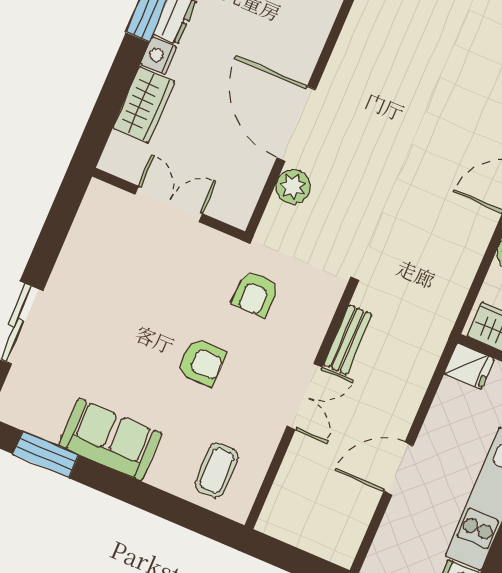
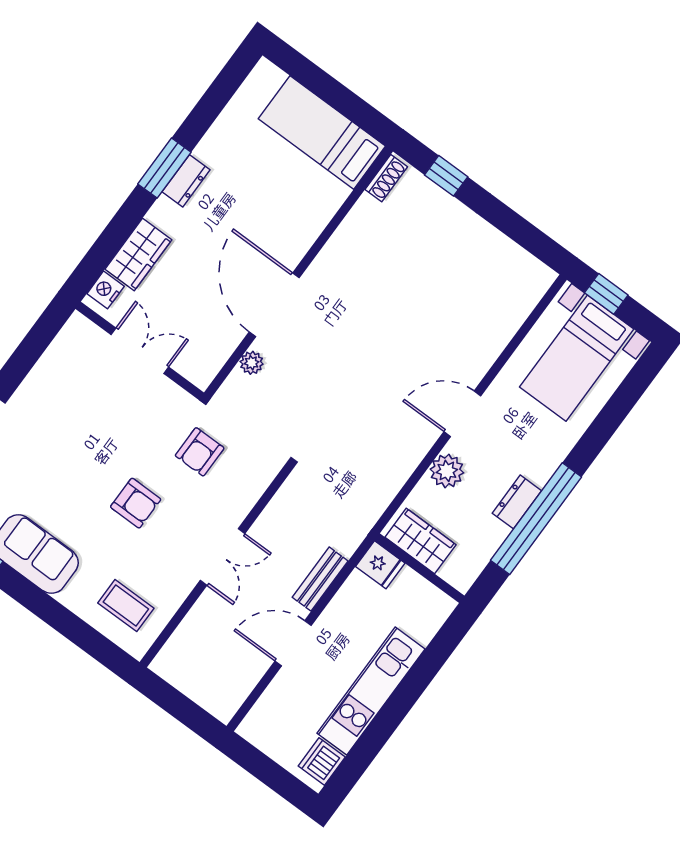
nightstand: (158, 56) -> (106, 290), moved
plant: (293, 187) -> (252, 363), width x0.73, depth x0.73
bench: (348, 340) -> (320, 579), moved
coffee table: (217, 470) -> (126, 606), turned 90

